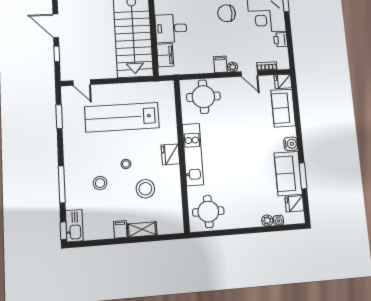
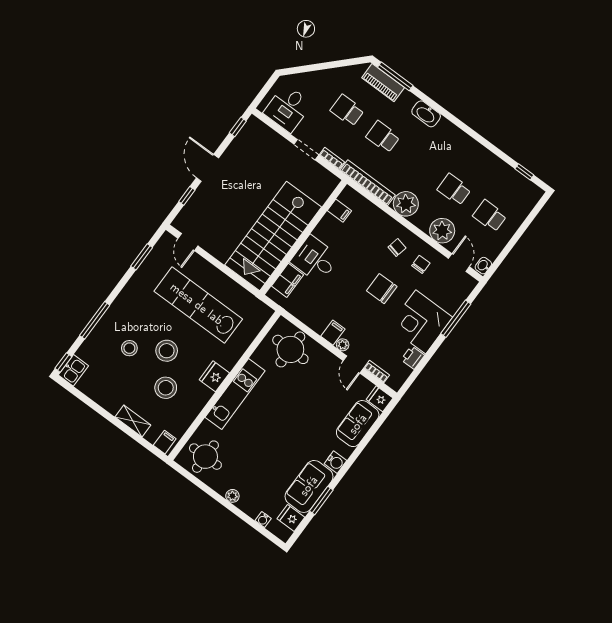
stool: (126, 164) -> (167, 351), width x1.89, depth x1.89
plant: (267, 221) -> (232, 496), moved
kitchen sink: (74, 226) -> (73, 370), width x0.73
filing cabinet: (120, 229) -> (165, 442), moved

